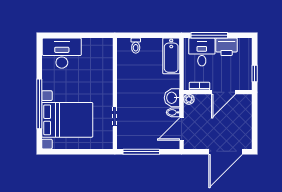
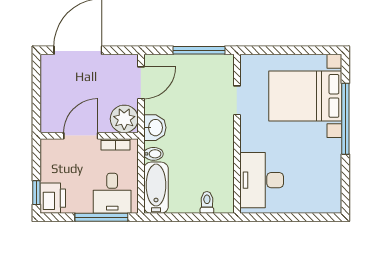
printer: (227, 47) -> (53, 198), moved, turned 90
desk: (62, 53) -> (262, 180), moved, turned 90
window: (255, 74) -> (36, 193), moved
plant: (189, 99) -> (124, 119), width x1.88, depth x1.88
bidet: (173, 112) -> (153, 154), moved

